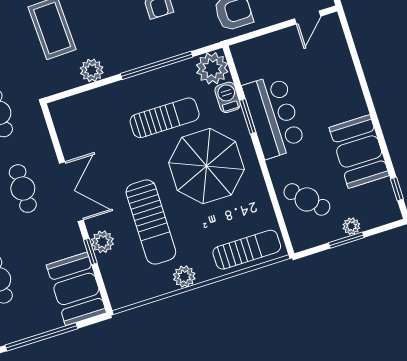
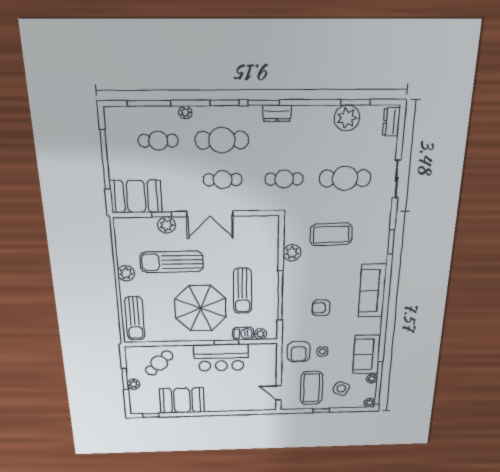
plant: (212, 68) -> (261, 334), width x0.53, depth x0.53

